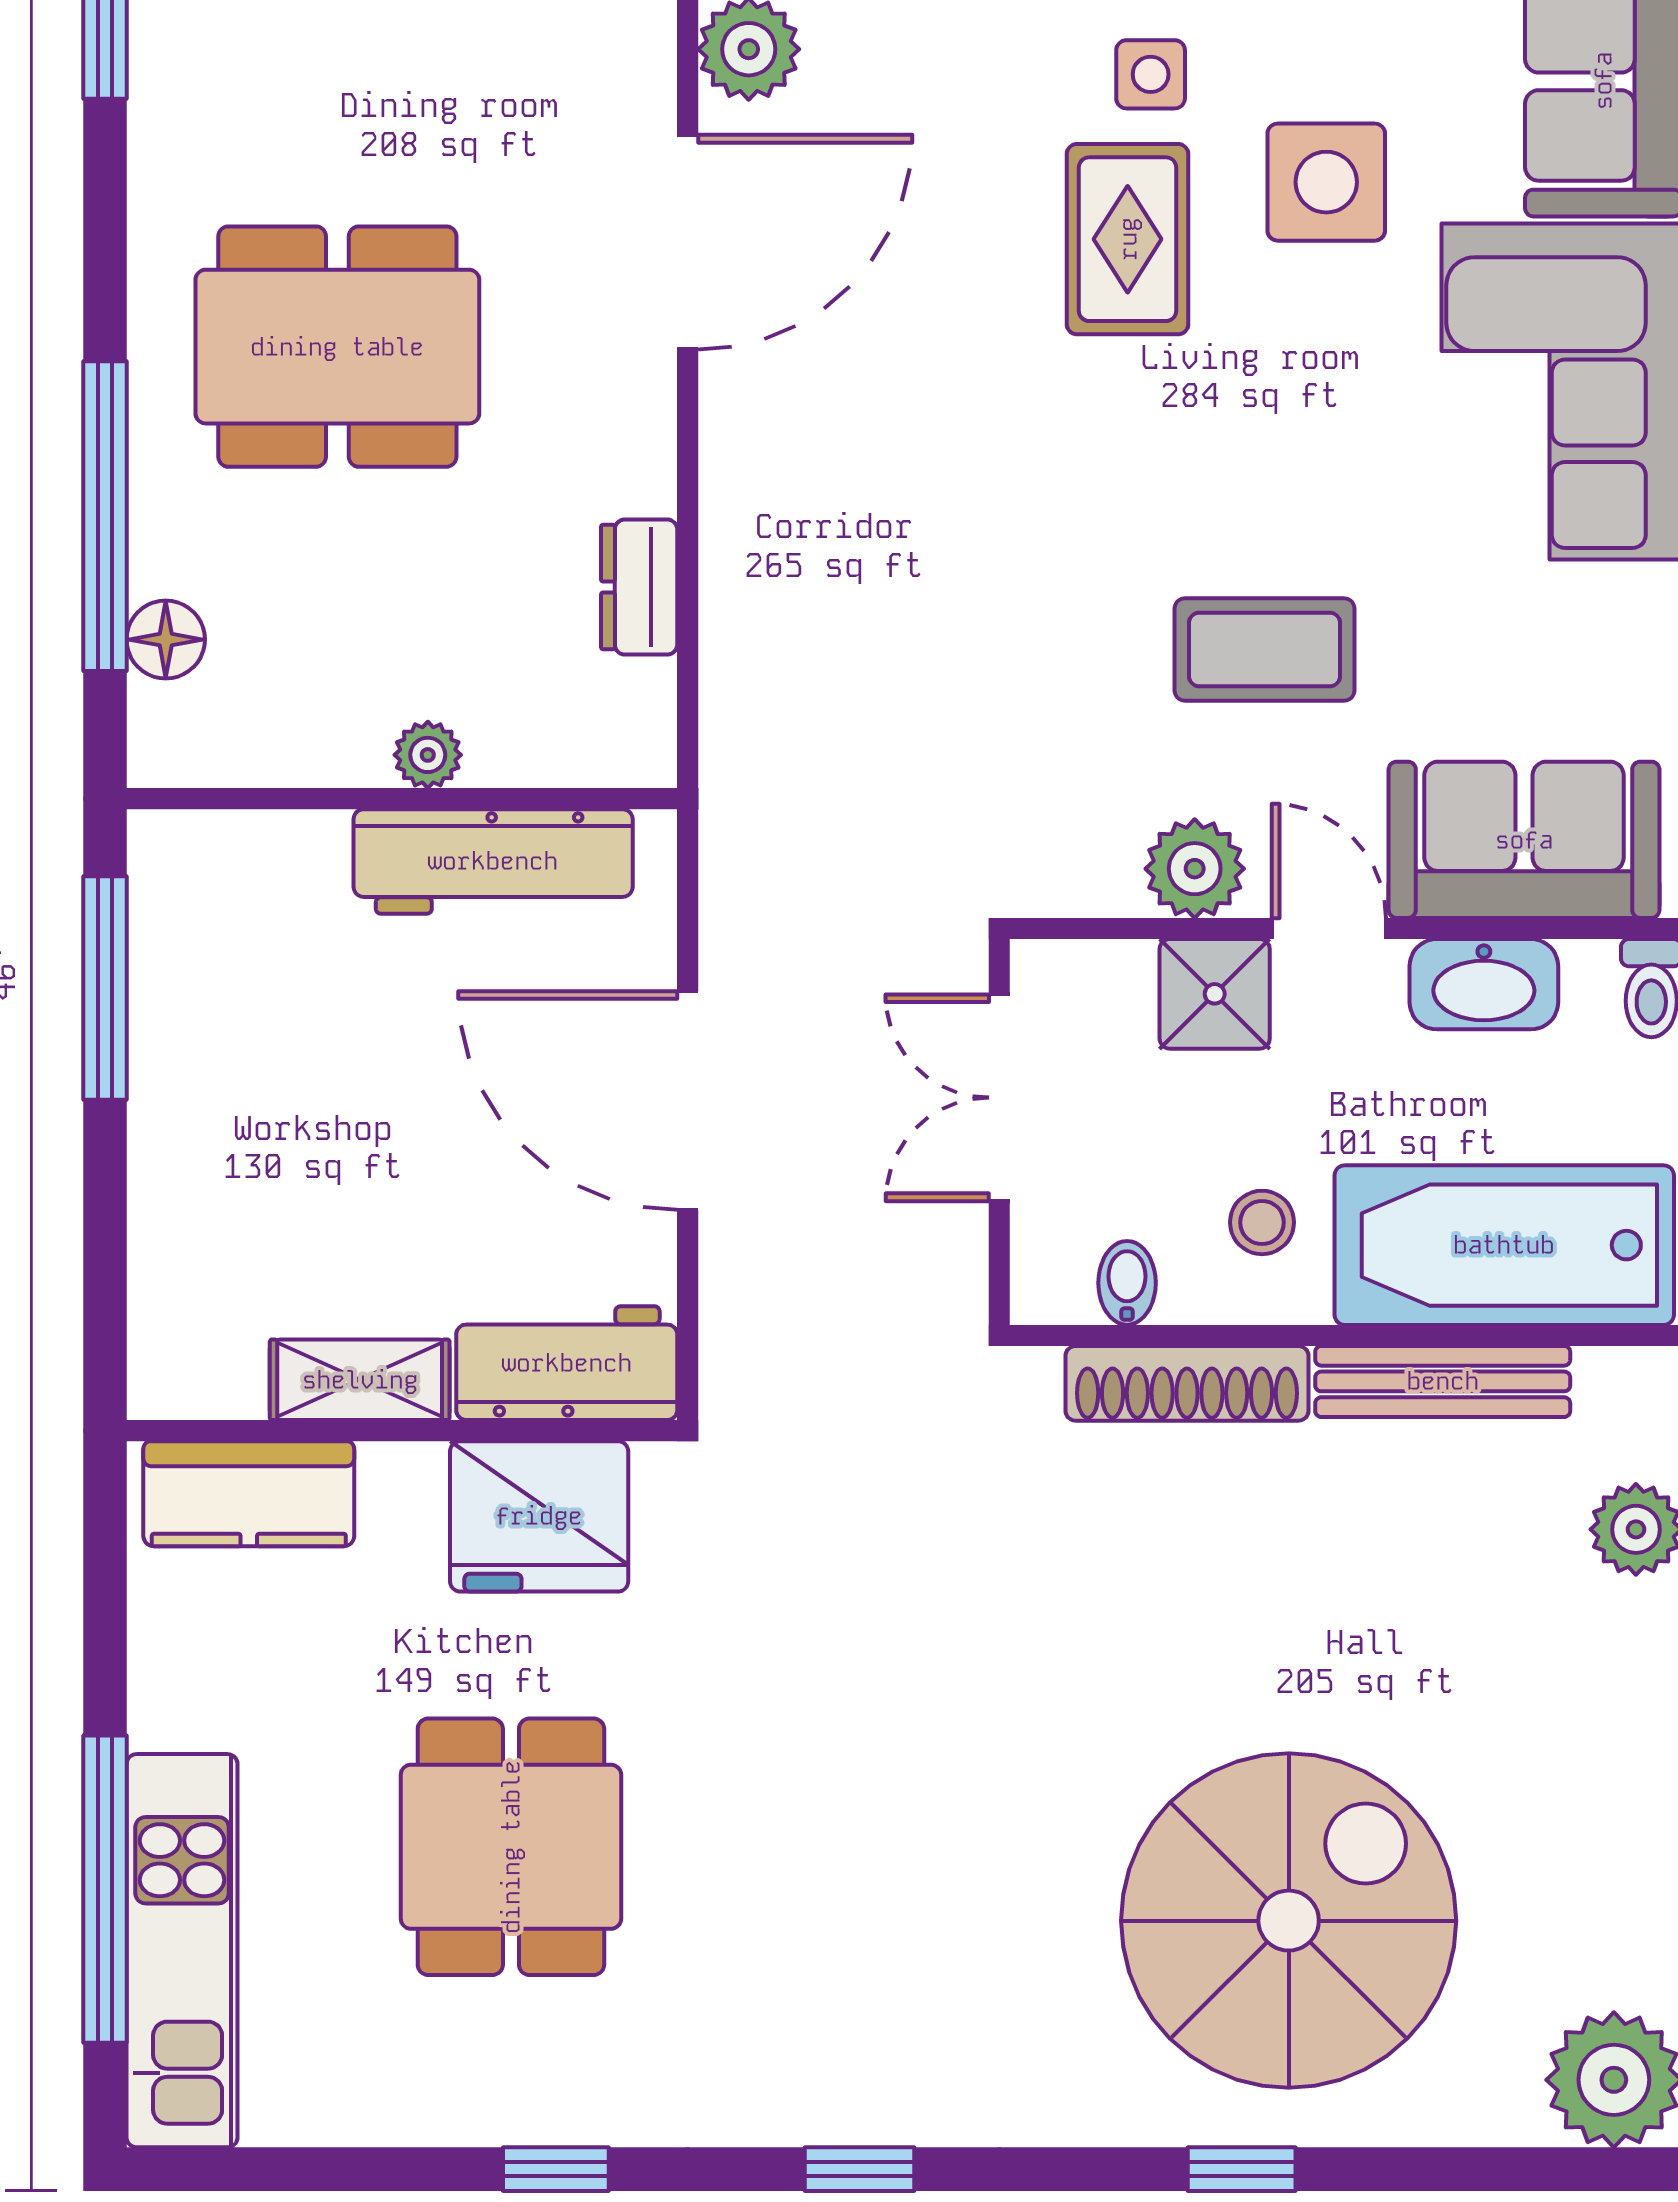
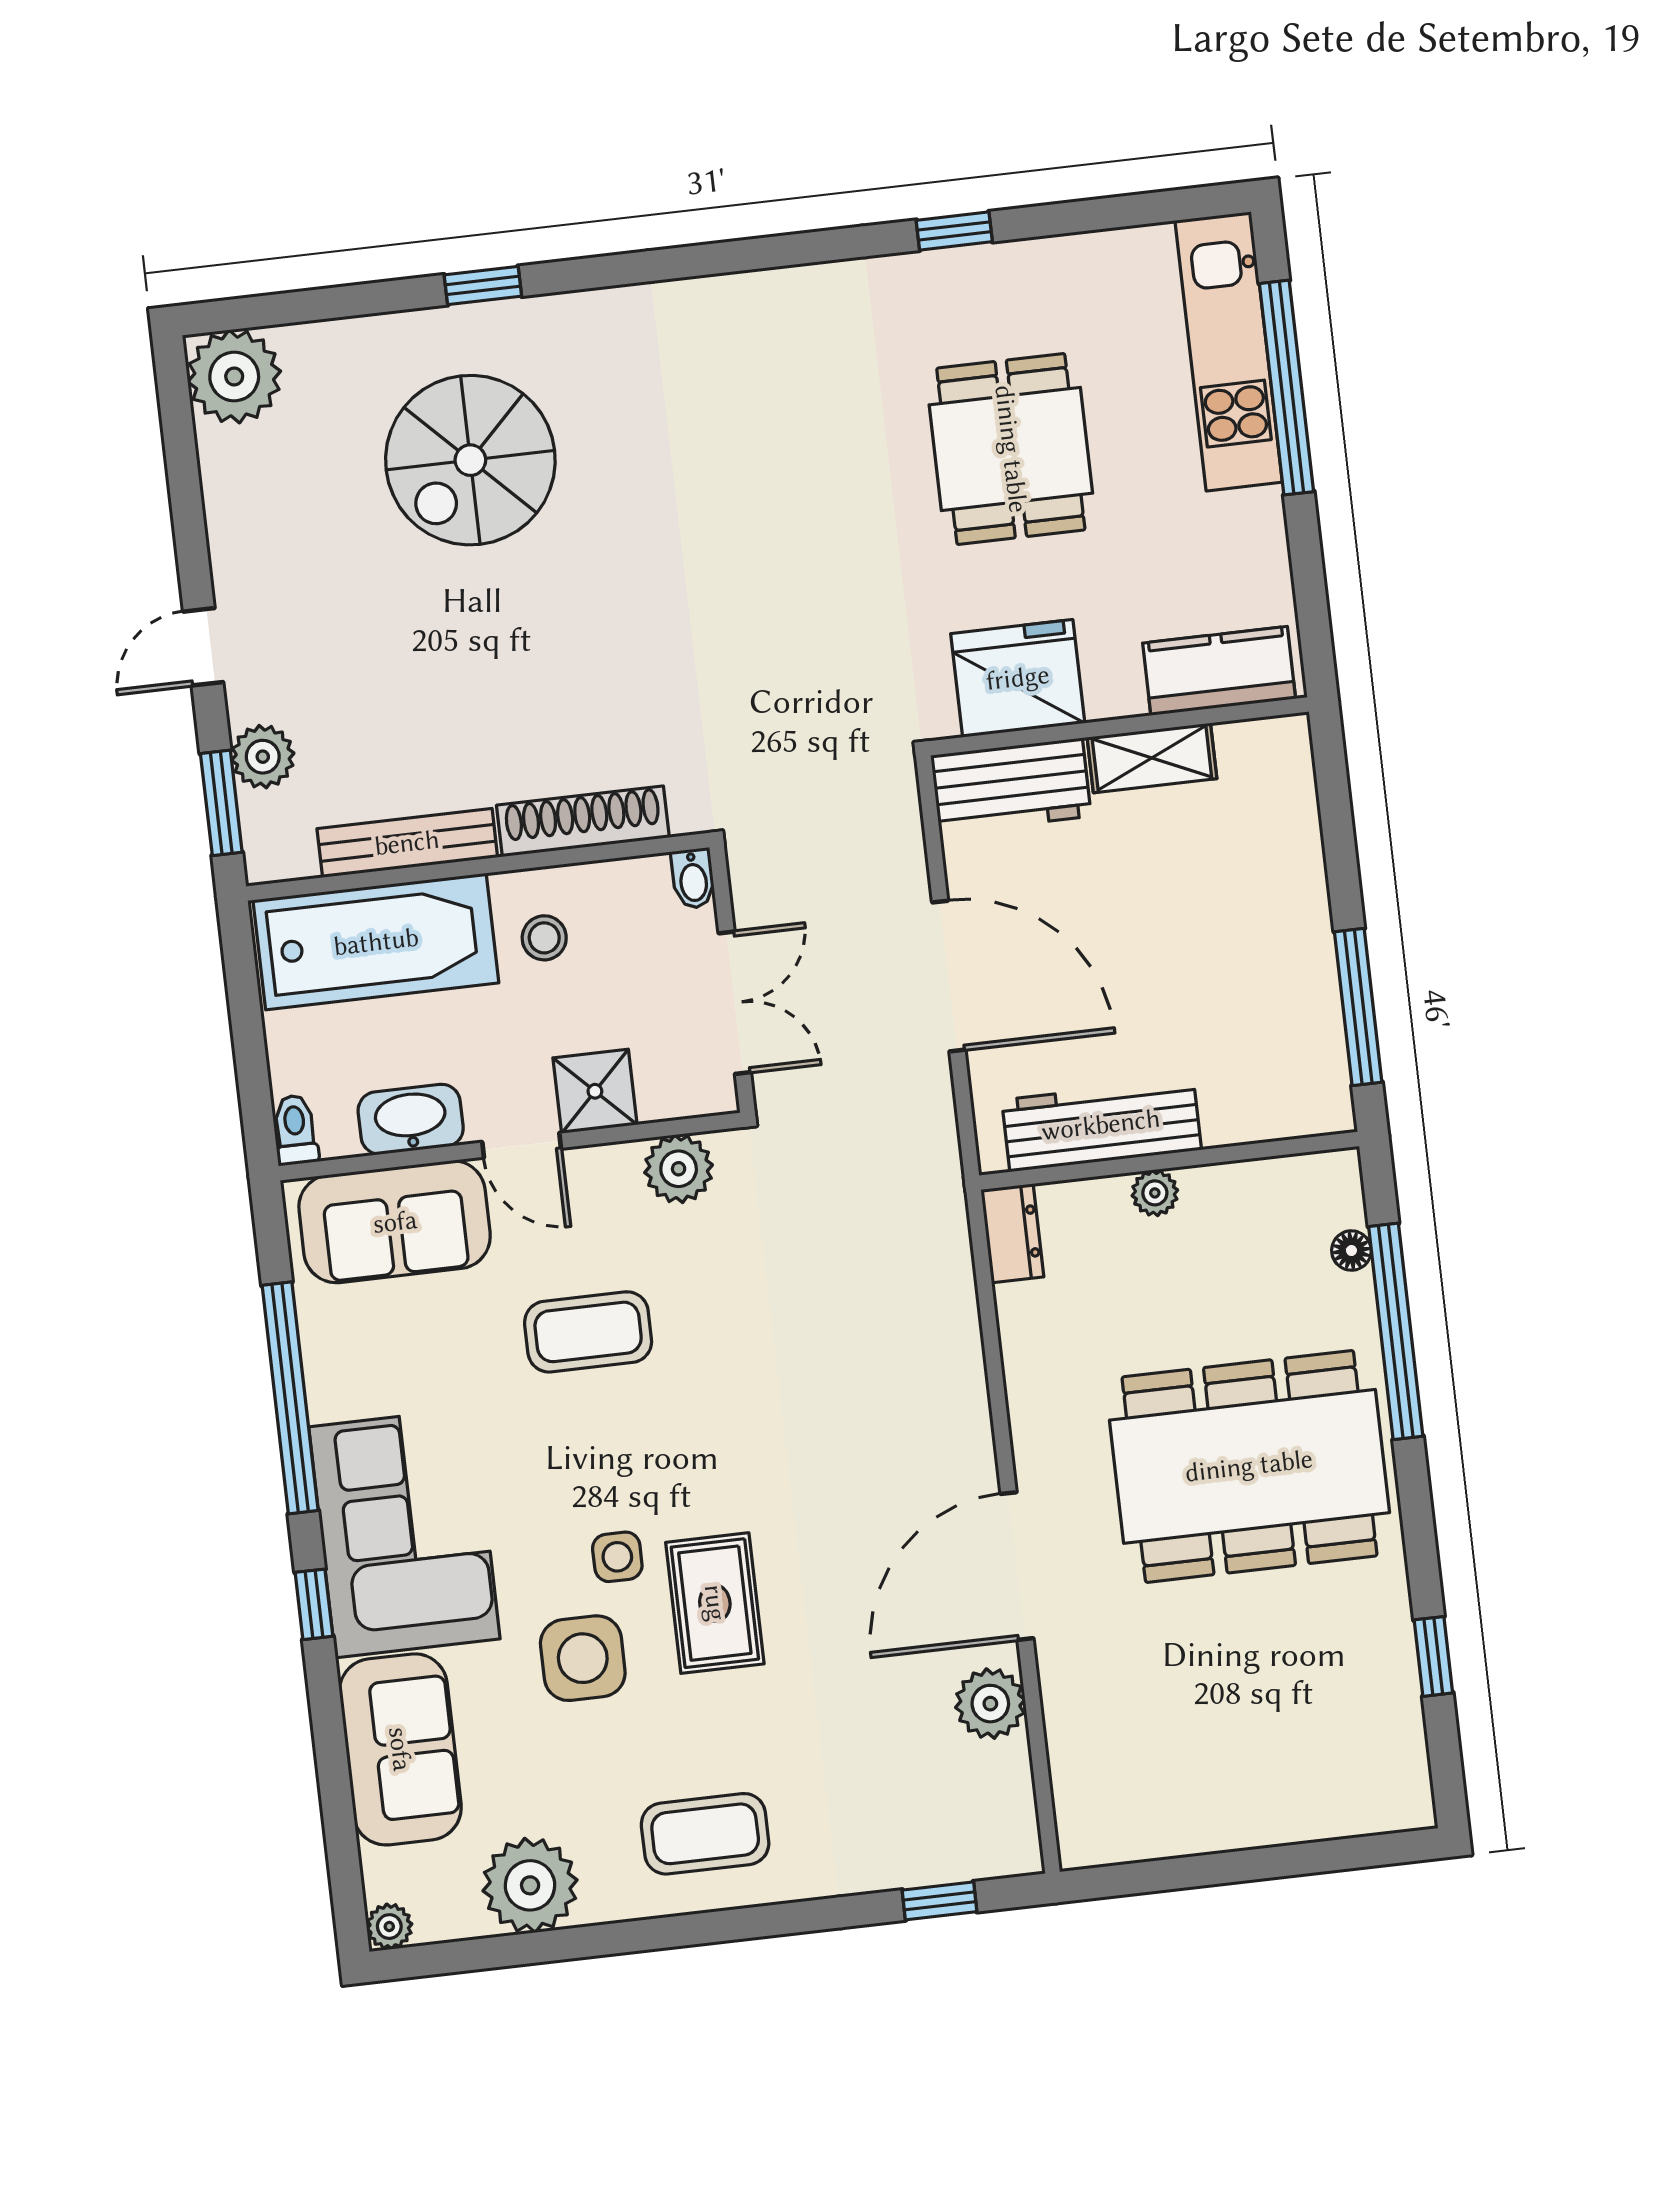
side table: (1151, 74) -> (617, 1557), moved
dining table: (337, 347) -> (1249, 1466), width x1.36, depth x1.24
dresser: (639, 587) -> (1012, 1233), moved
floor lamp: (166, 640) -> (1351, 1251), width x0.73, depth x0.73
plant: (1195, 869) -> (679, 1169), moved
bidet: (1127, 1283) -> (693, 878), moved
spiral stairs: (1289, 1921) -> (470, 460), width x0.73, depth x0.73
window: (860, 2169) -> (746, 255), removed

